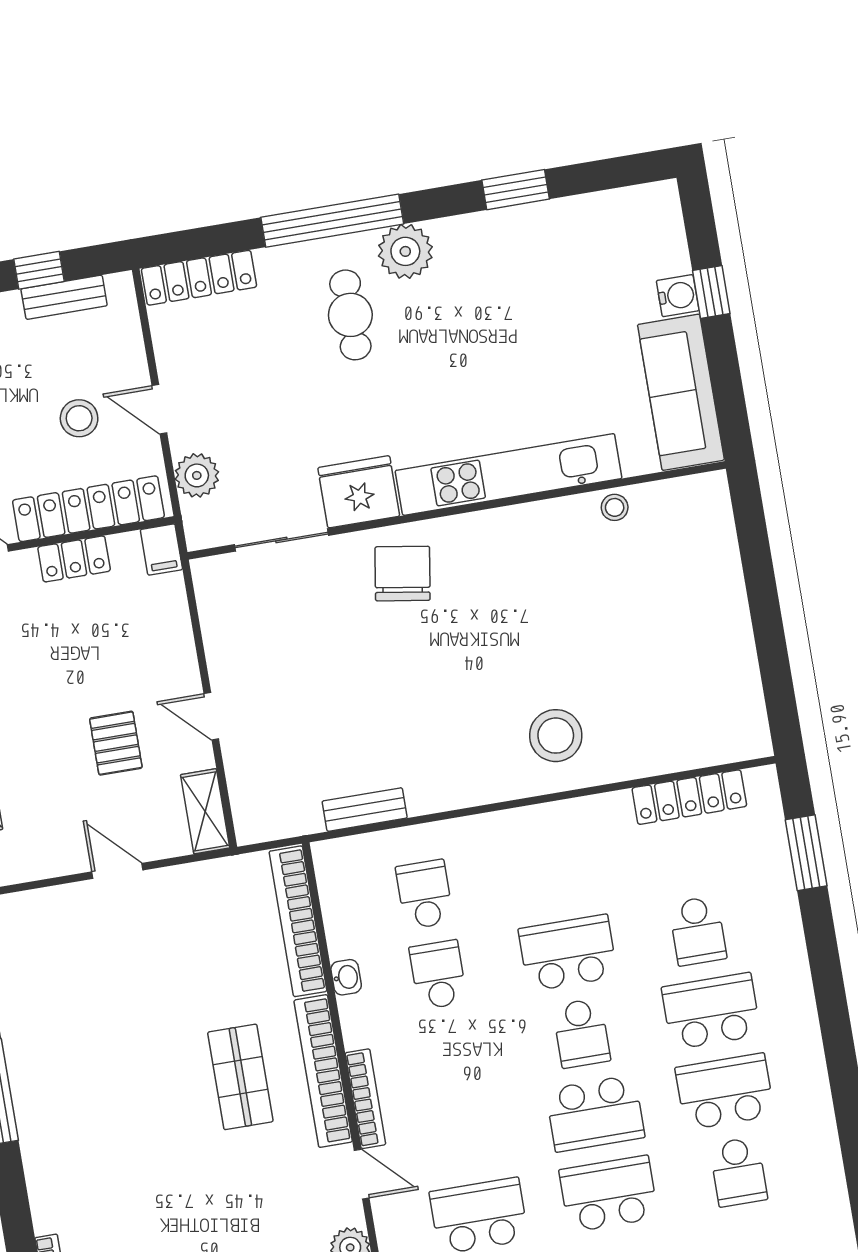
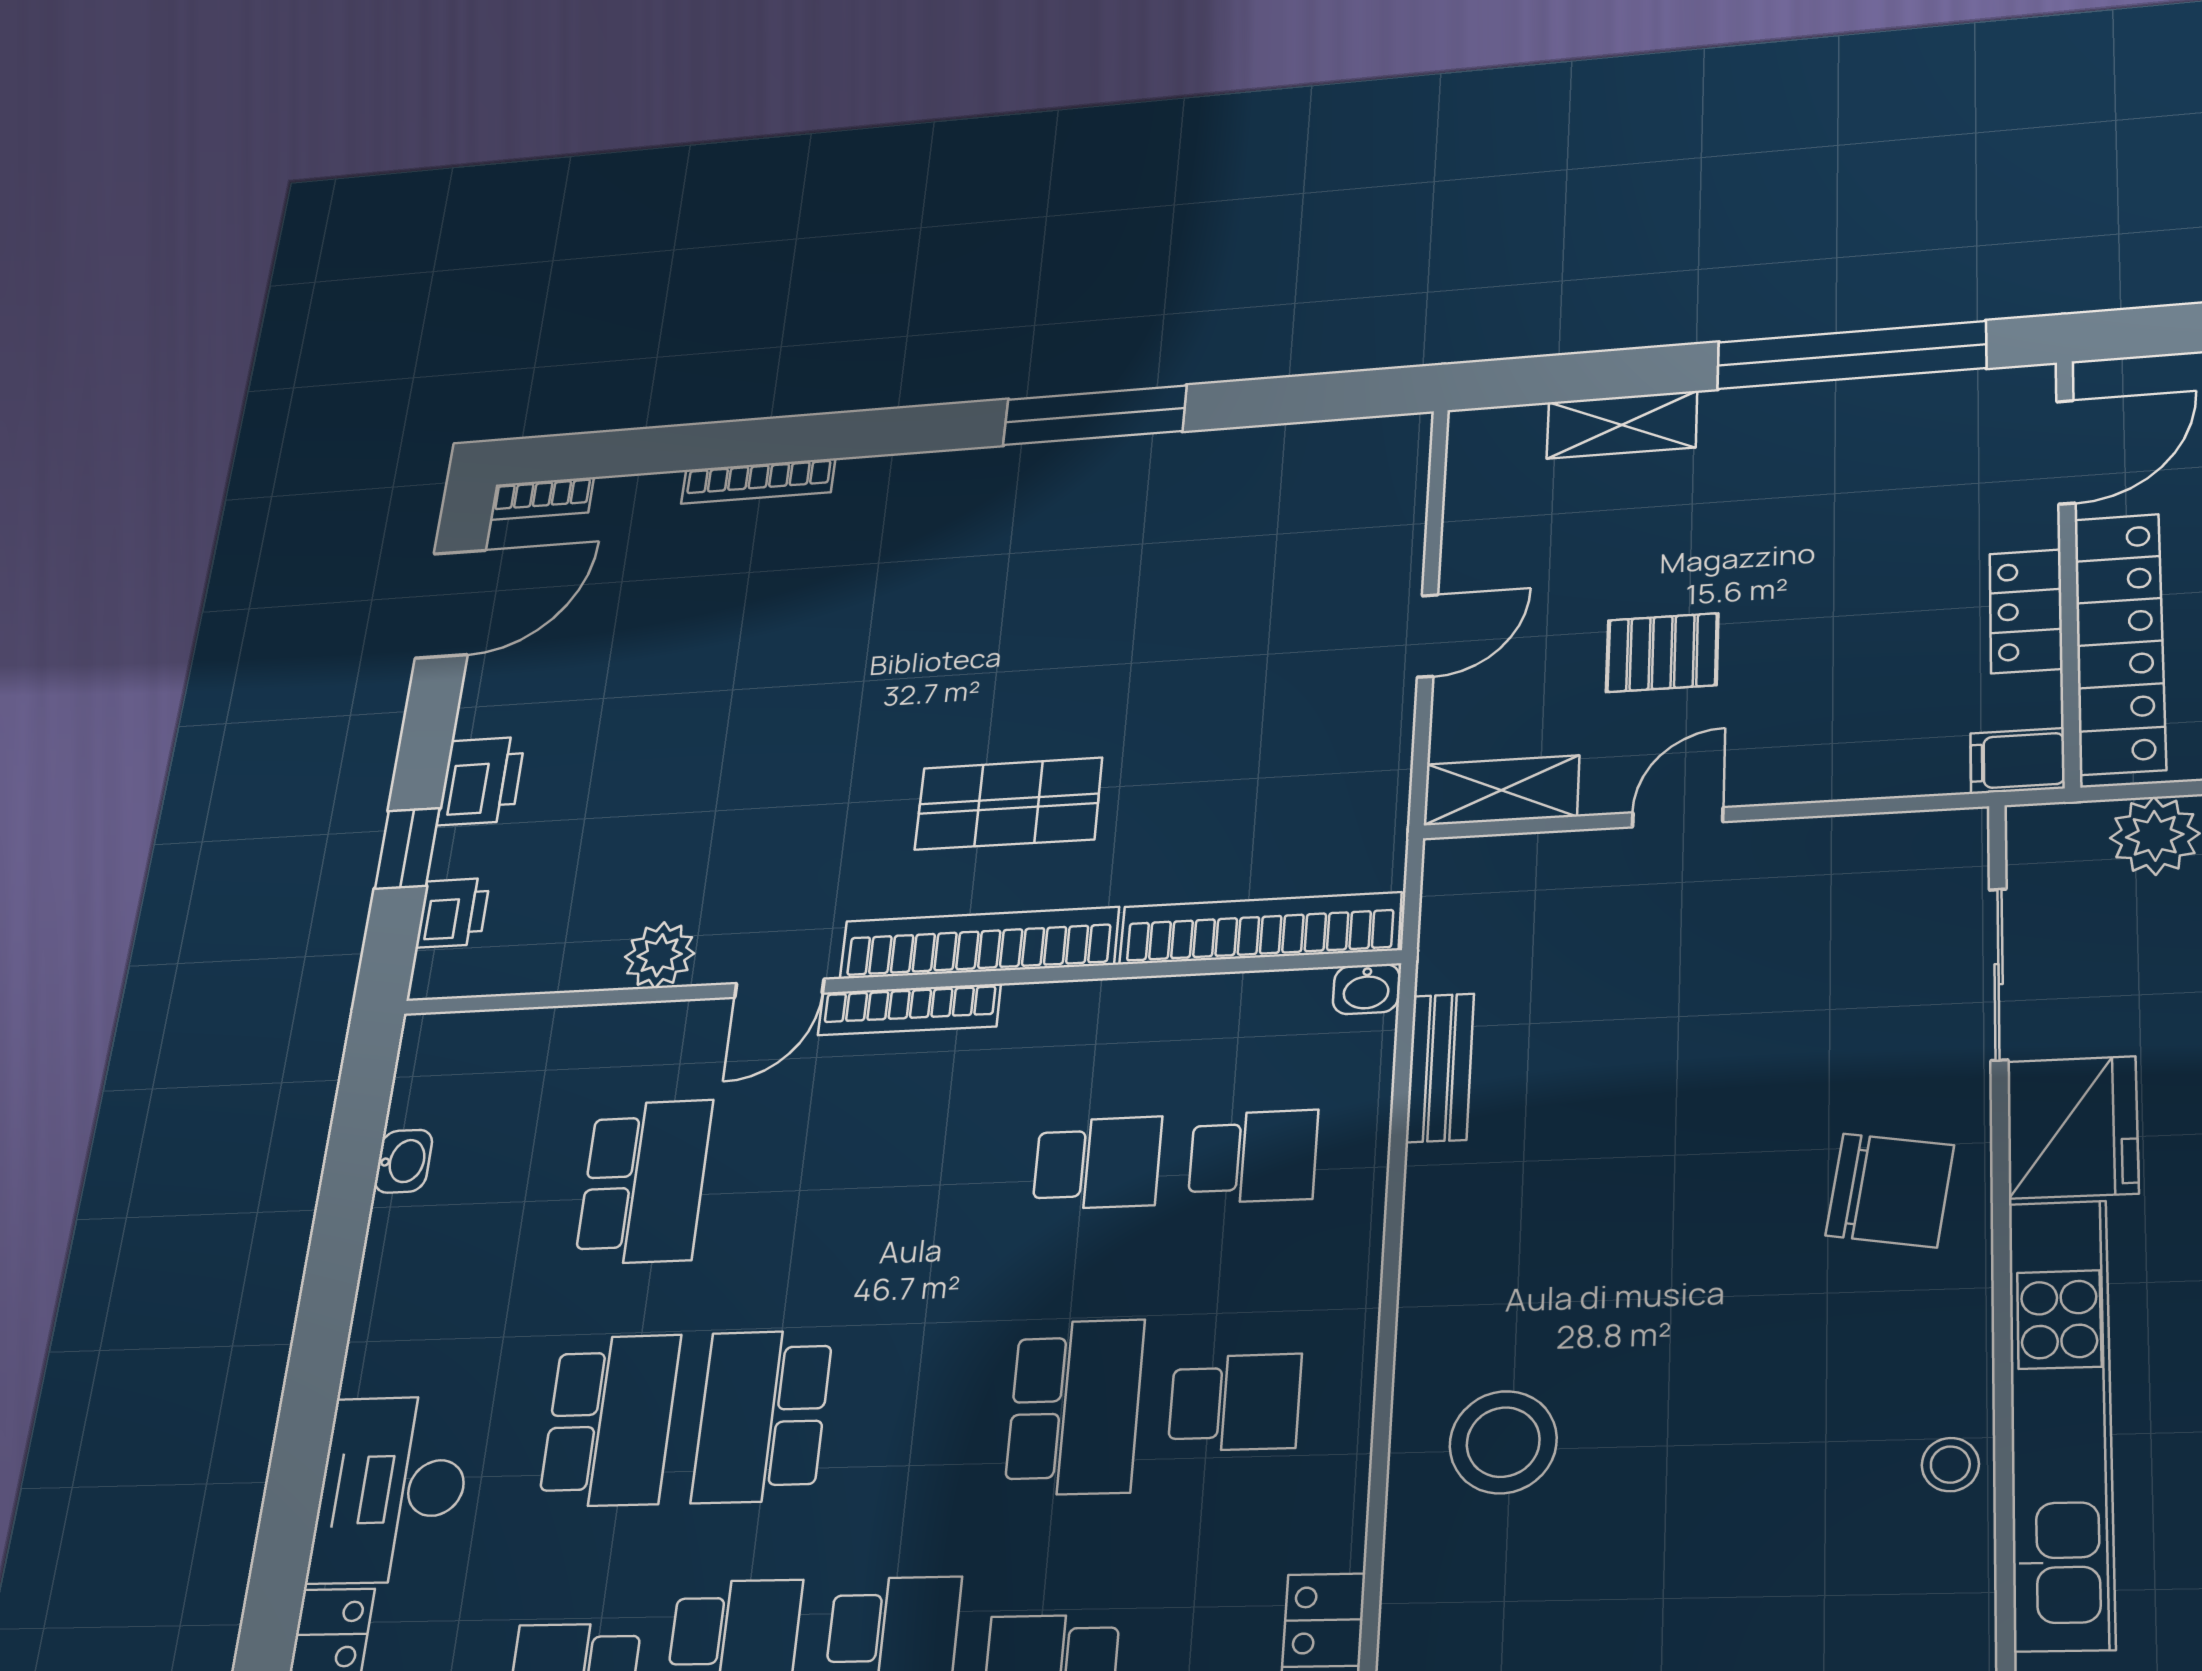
stool: (615, 507) -> (1950, 1465), moved
washbasin: (346, 977) -> (1366, 989), moved
school desk: (581, 1033) -> (1235, 1402), moved, turned 180

